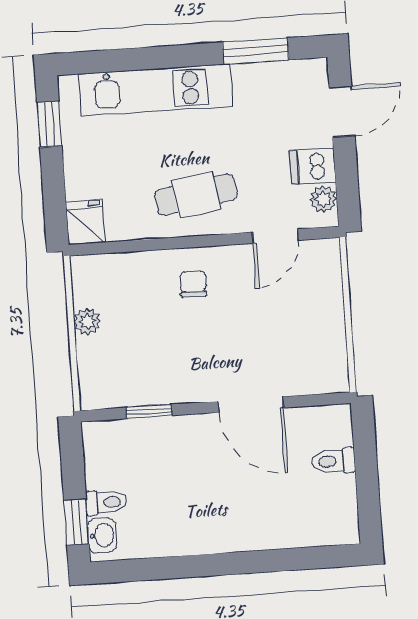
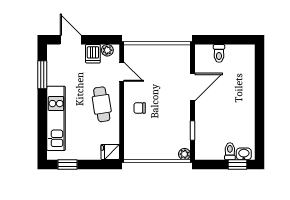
plant: (87, 321) -> (184, 154), moved

